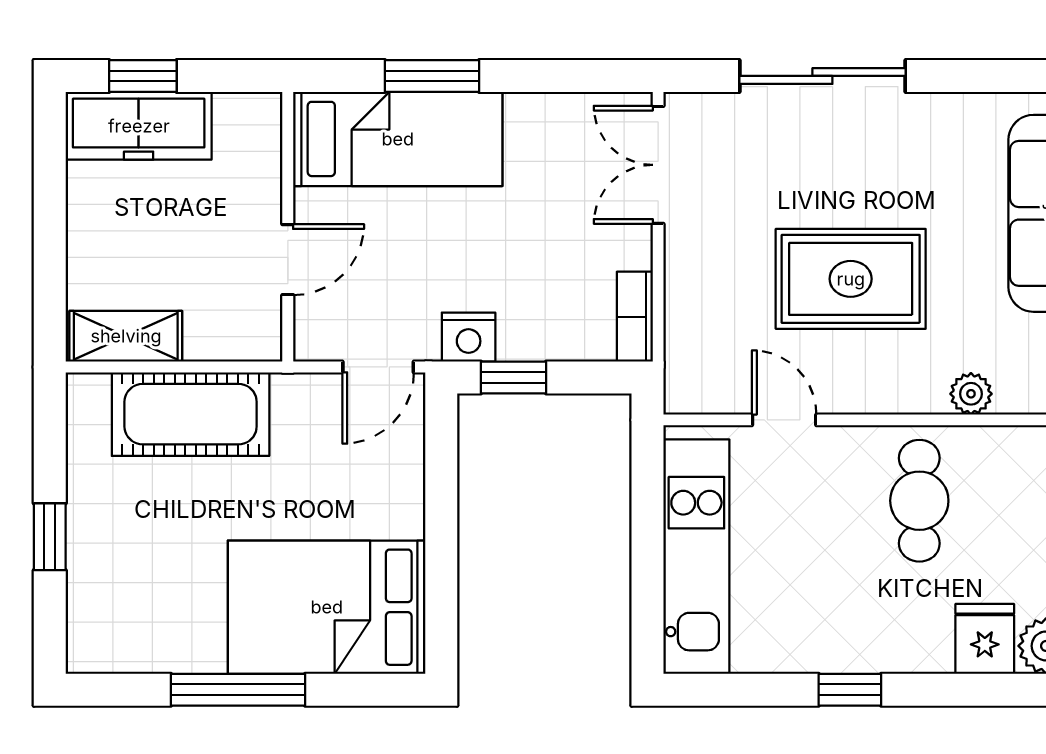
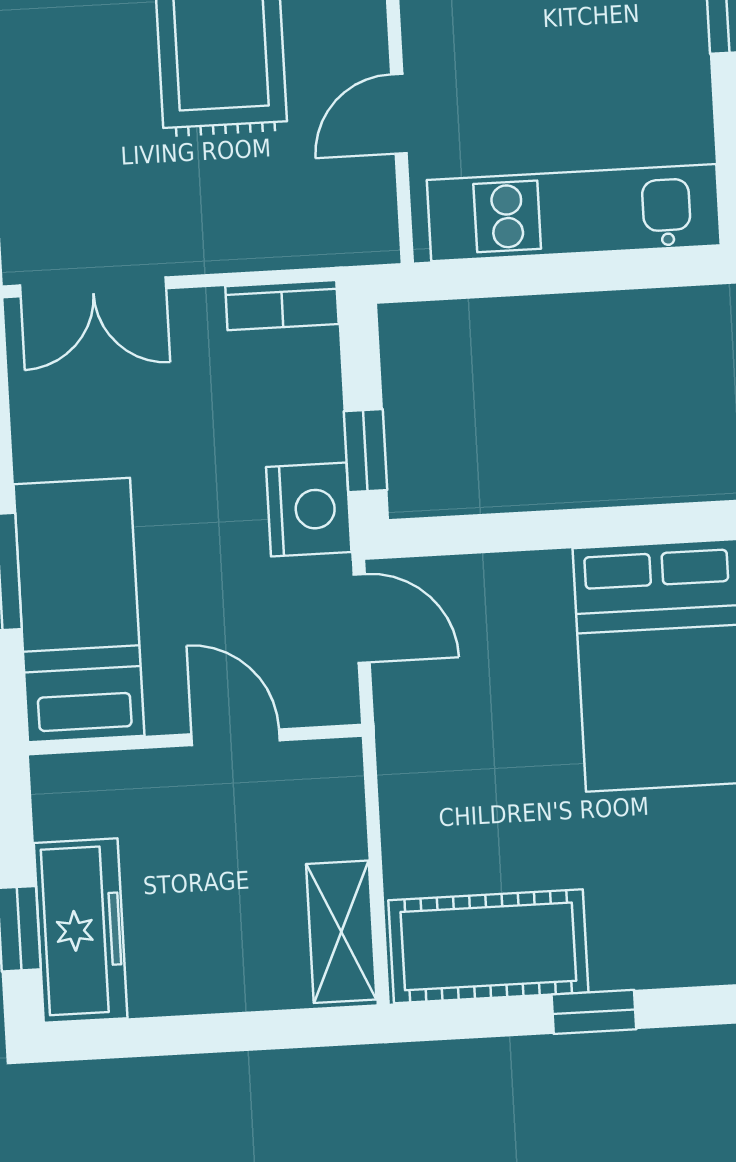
nightstand: (469, 337) -> (309, 509), width x1.36, depth x1.33
cot: (191, 414) -> (488, 946), moved, turned 90

